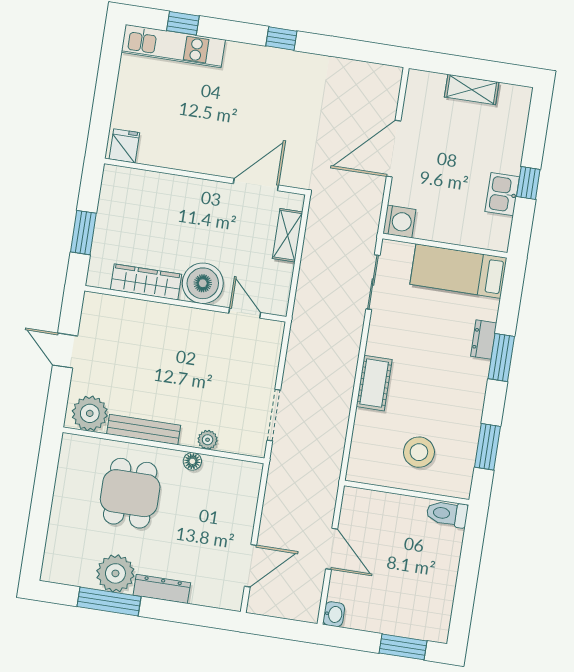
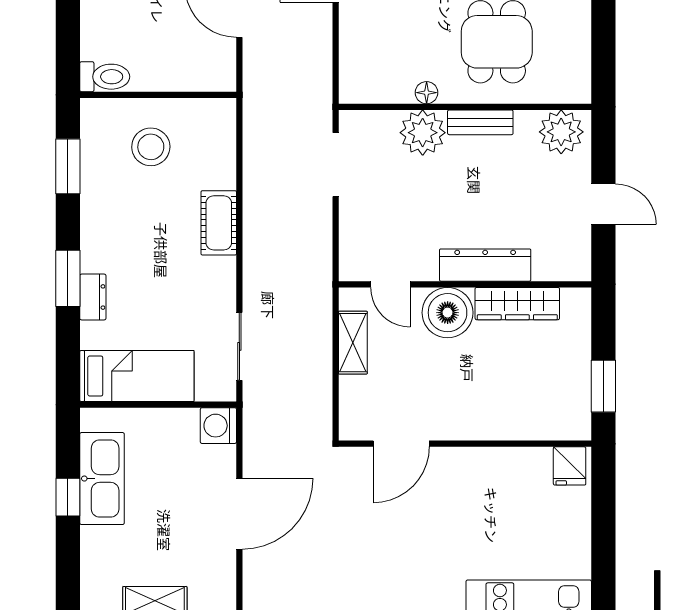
kitchen sink: (502, 194) -> (102, 479), width x1.87, depth x1.24
window: (83, 233) -> (603, 386), moved
shelving: (288, 235) -> (353, 343), moved
dresser: (167, 317) -> (485, 265), added
bench: (144, 430) -> (480, 122), width x0.73
plant: (208, 440) -> (423, 133), width x1.88, depth x1.88

